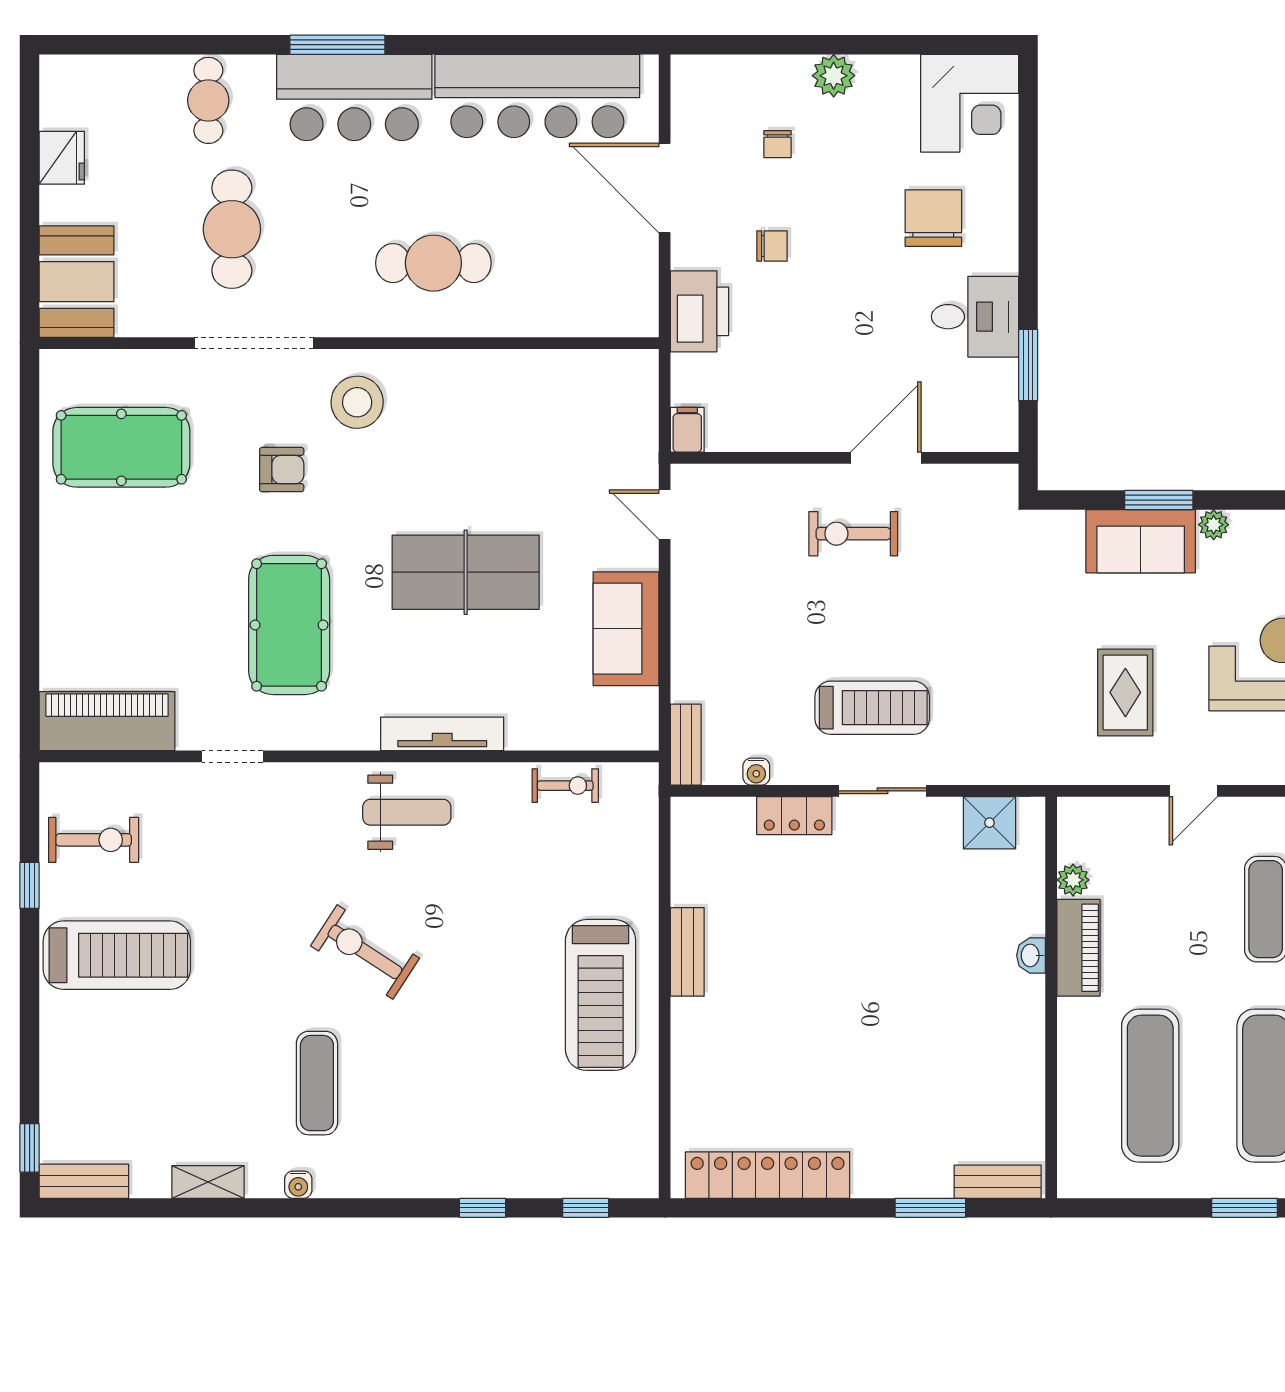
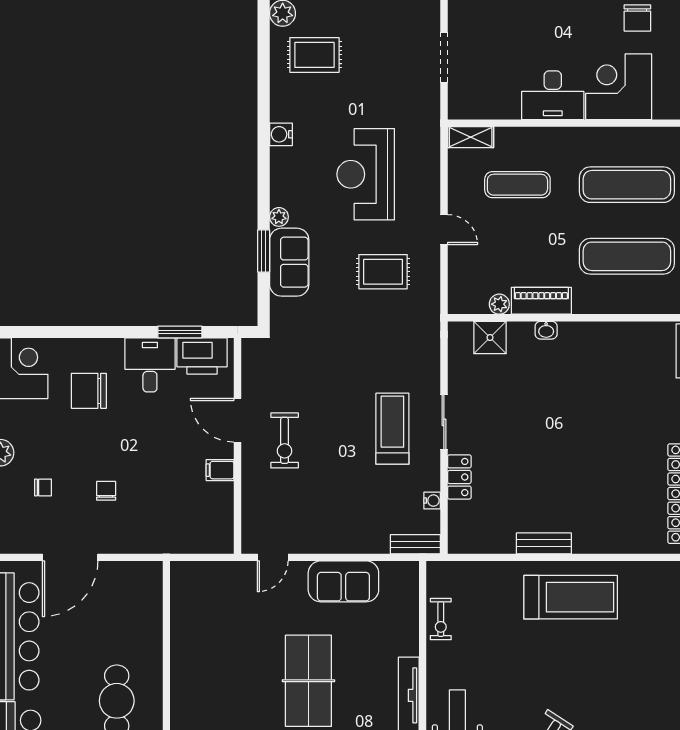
printer: (699, 311) -> (202, 356), moved, turned 180
filing cabinet: (687, 430) -> (220, 470), moved
exercise bike: (565, 786) -> (441, 619), turned 180
shower: (989, 823) -> (490, 338), moved

